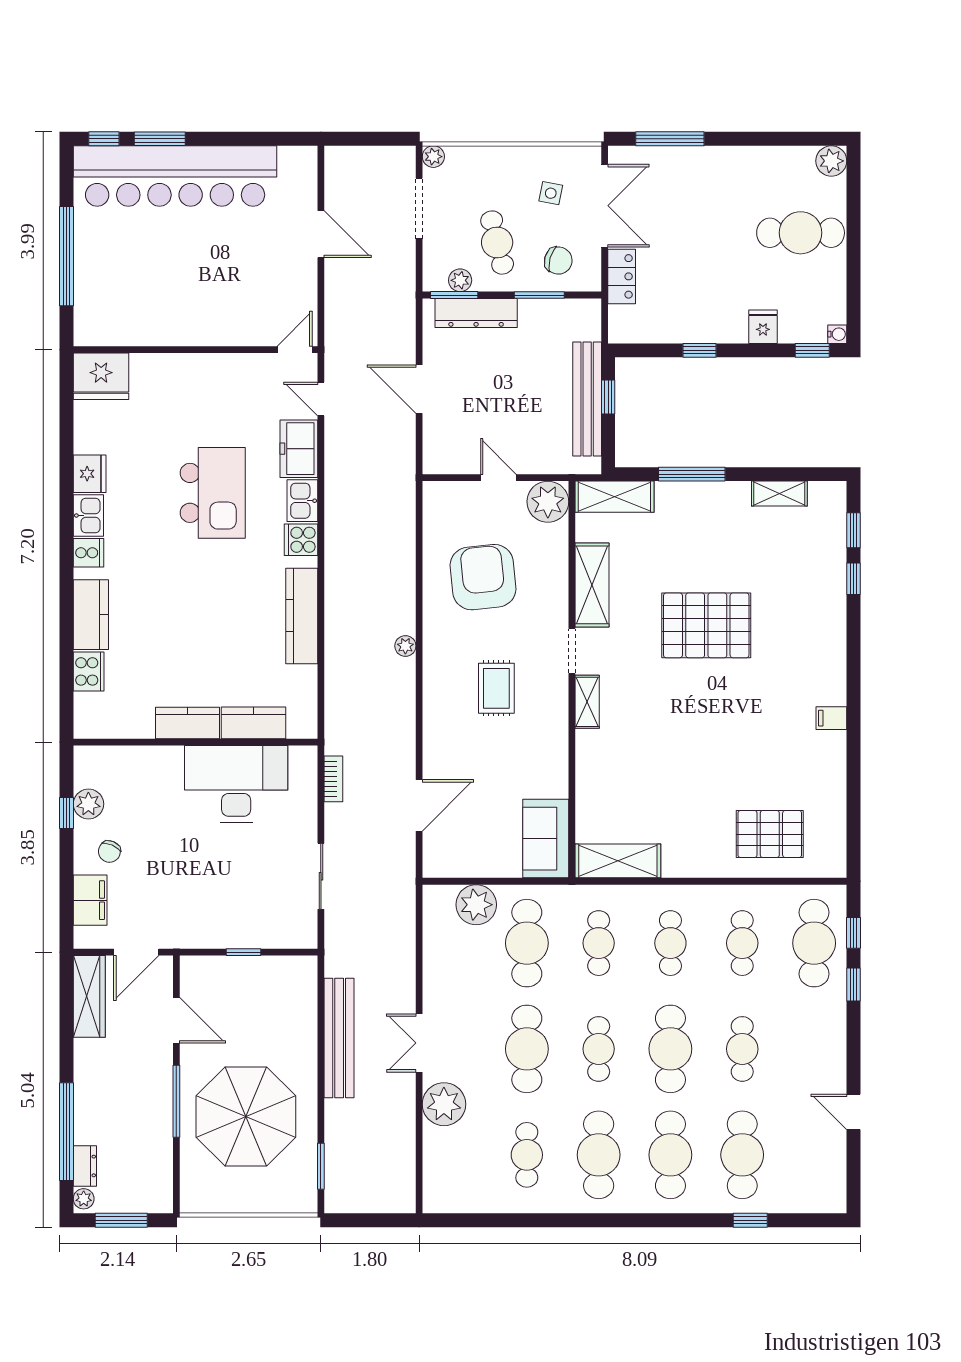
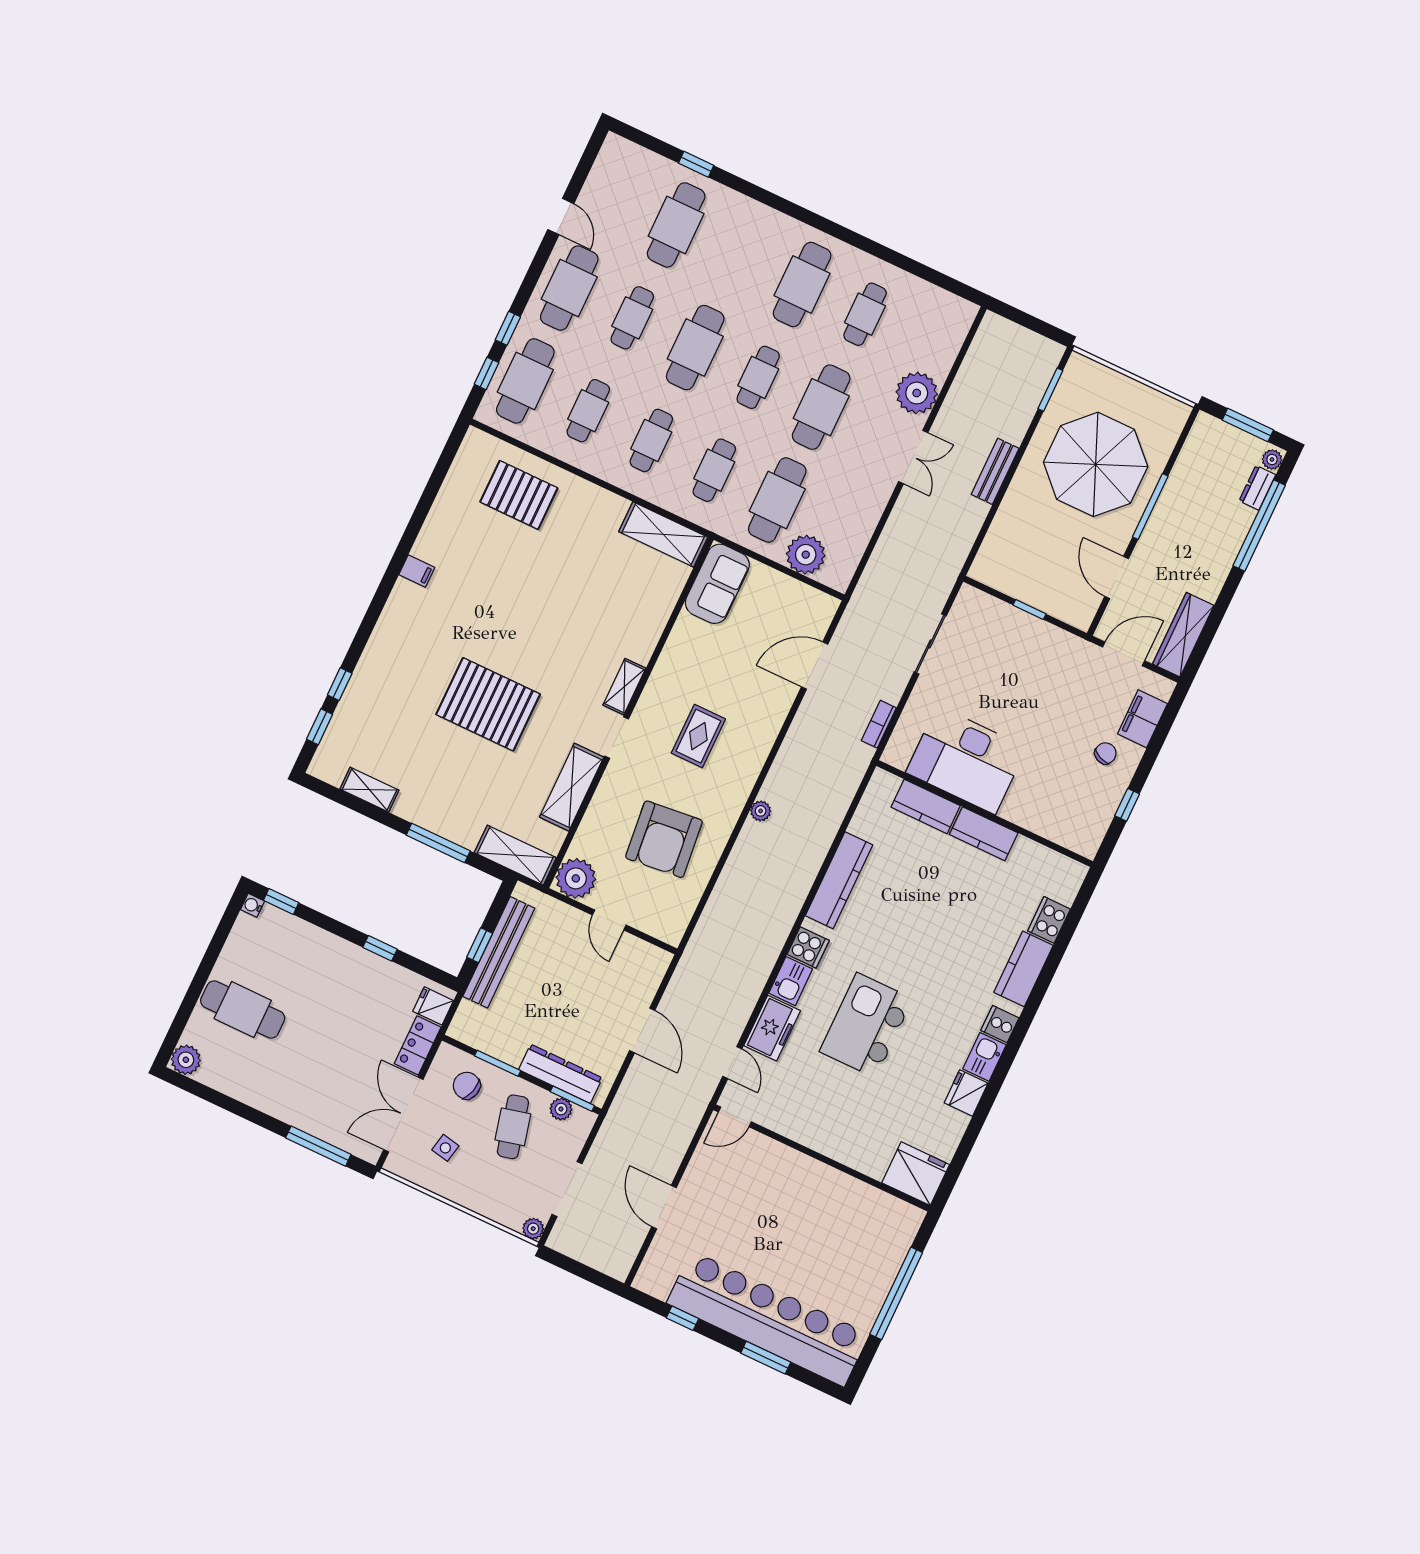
window: (104, 139) -> (682, 1318), moved
fridge: (763, 327) -> (433, 1006), moved, turned 90
plant: (88, 804) -> (1104, 804), removed
bench: (339, 1038) -> (995, 471), width x0.54, depth x0.82
cafe table: (670, 1155) -> (569, 288), moved

